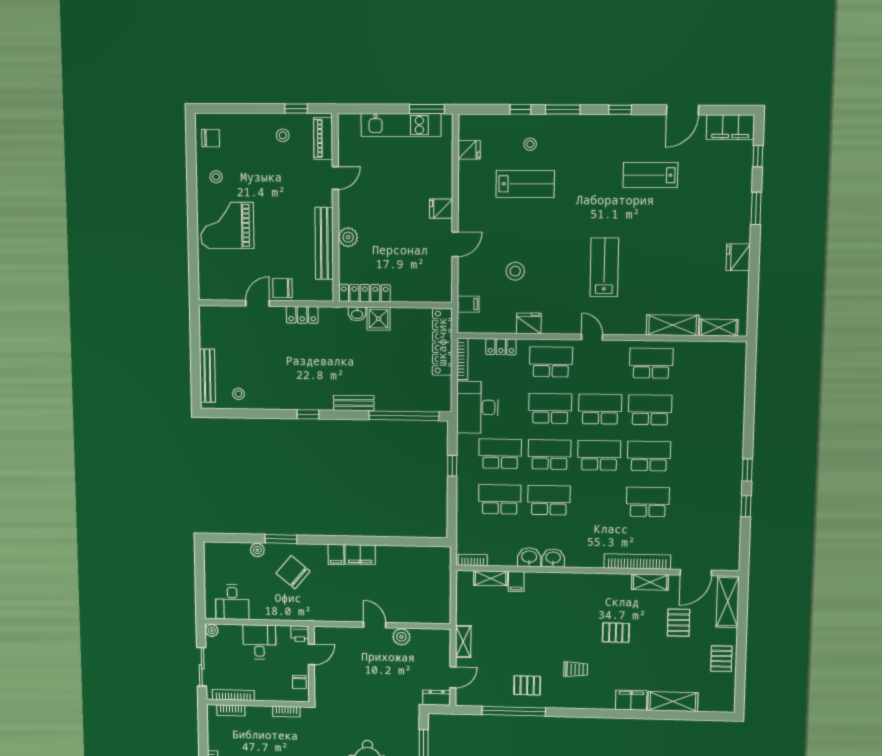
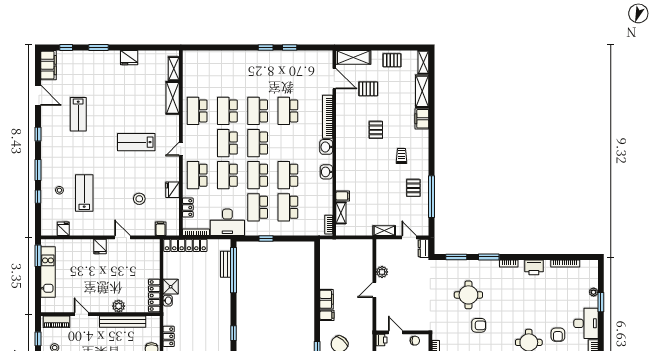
bench: (354, 403) -> (226, 264), moved
washbasin: (529, 557) -> (326, 147), moved
shelving: (650, 582) -> (423, 62), moved

